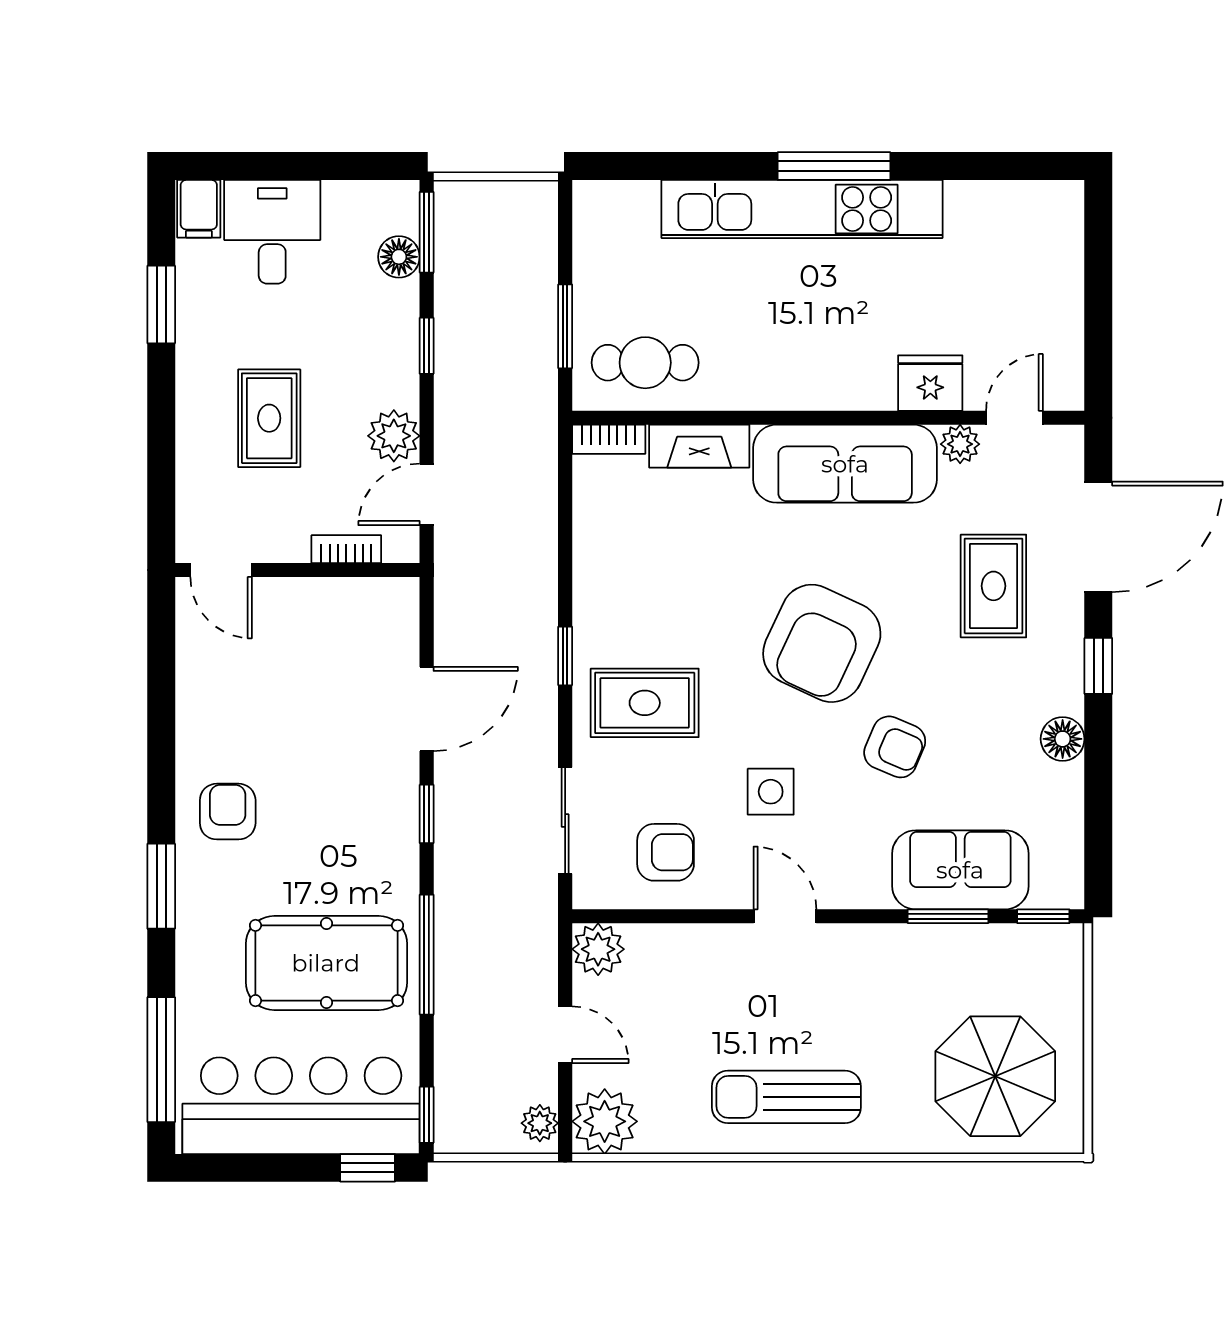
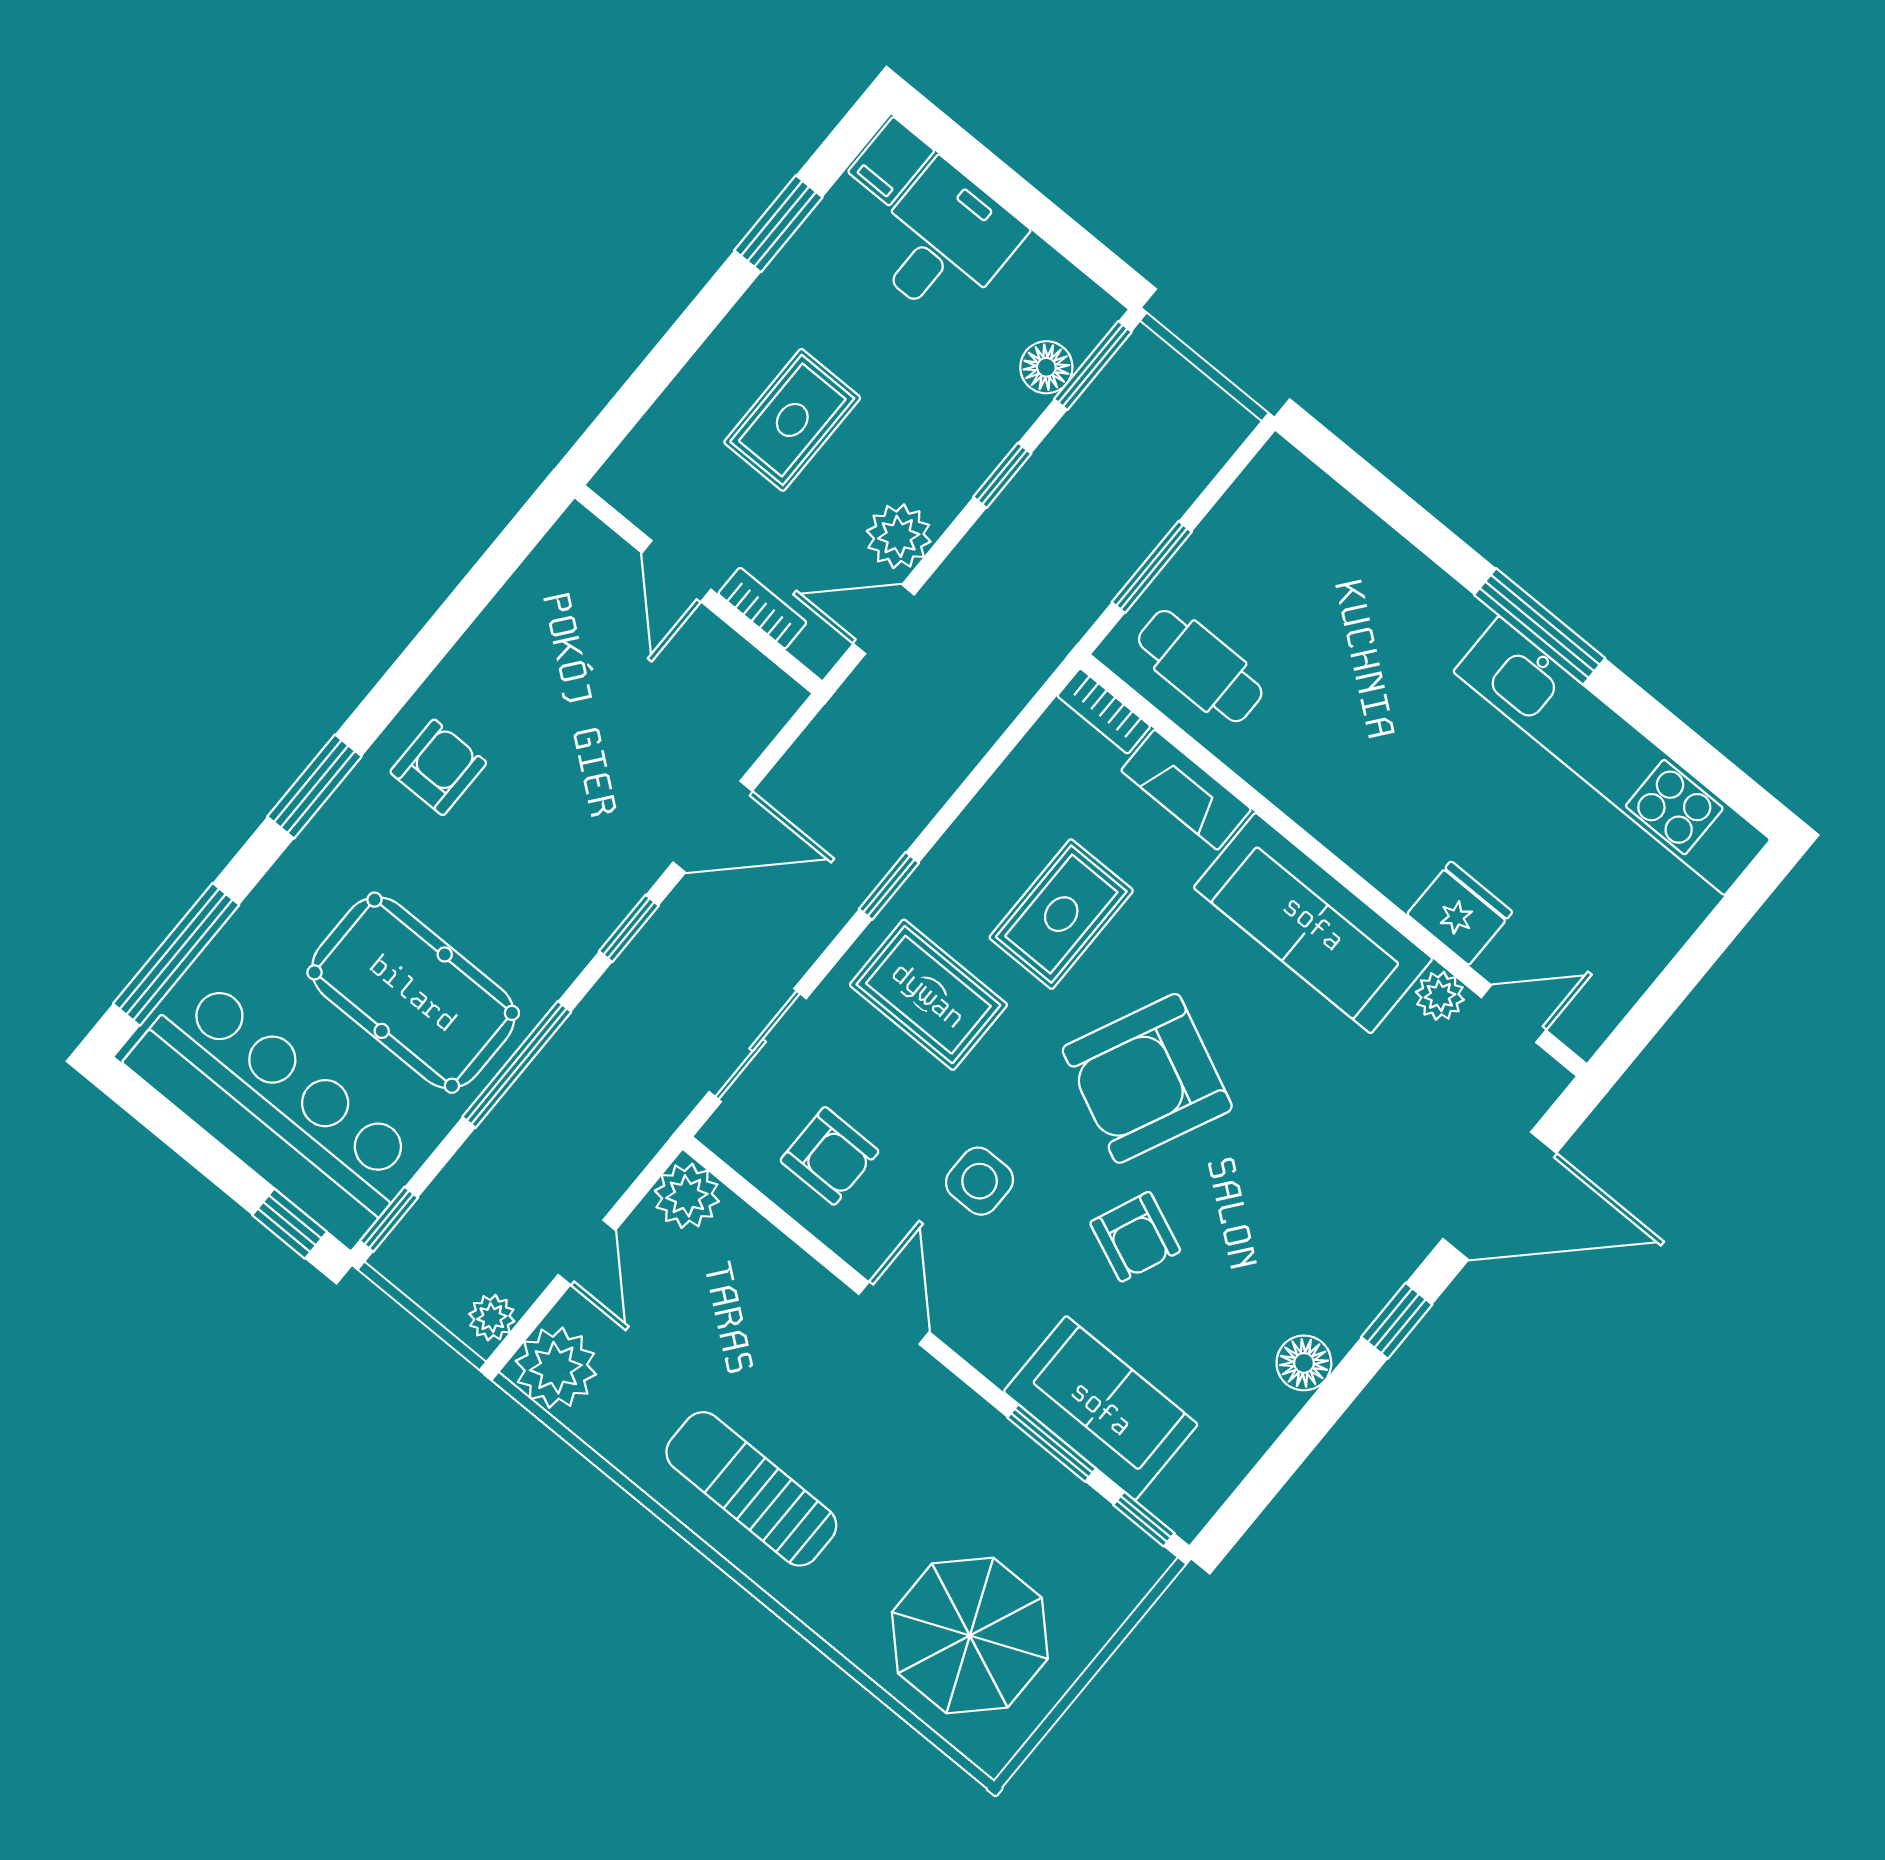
kitchen unit: (802, 209) -> (1612, 756), moved
door: (221, 570) -> (676, 571), moved
rug: (993, 586) -> (1061, 914), moved

